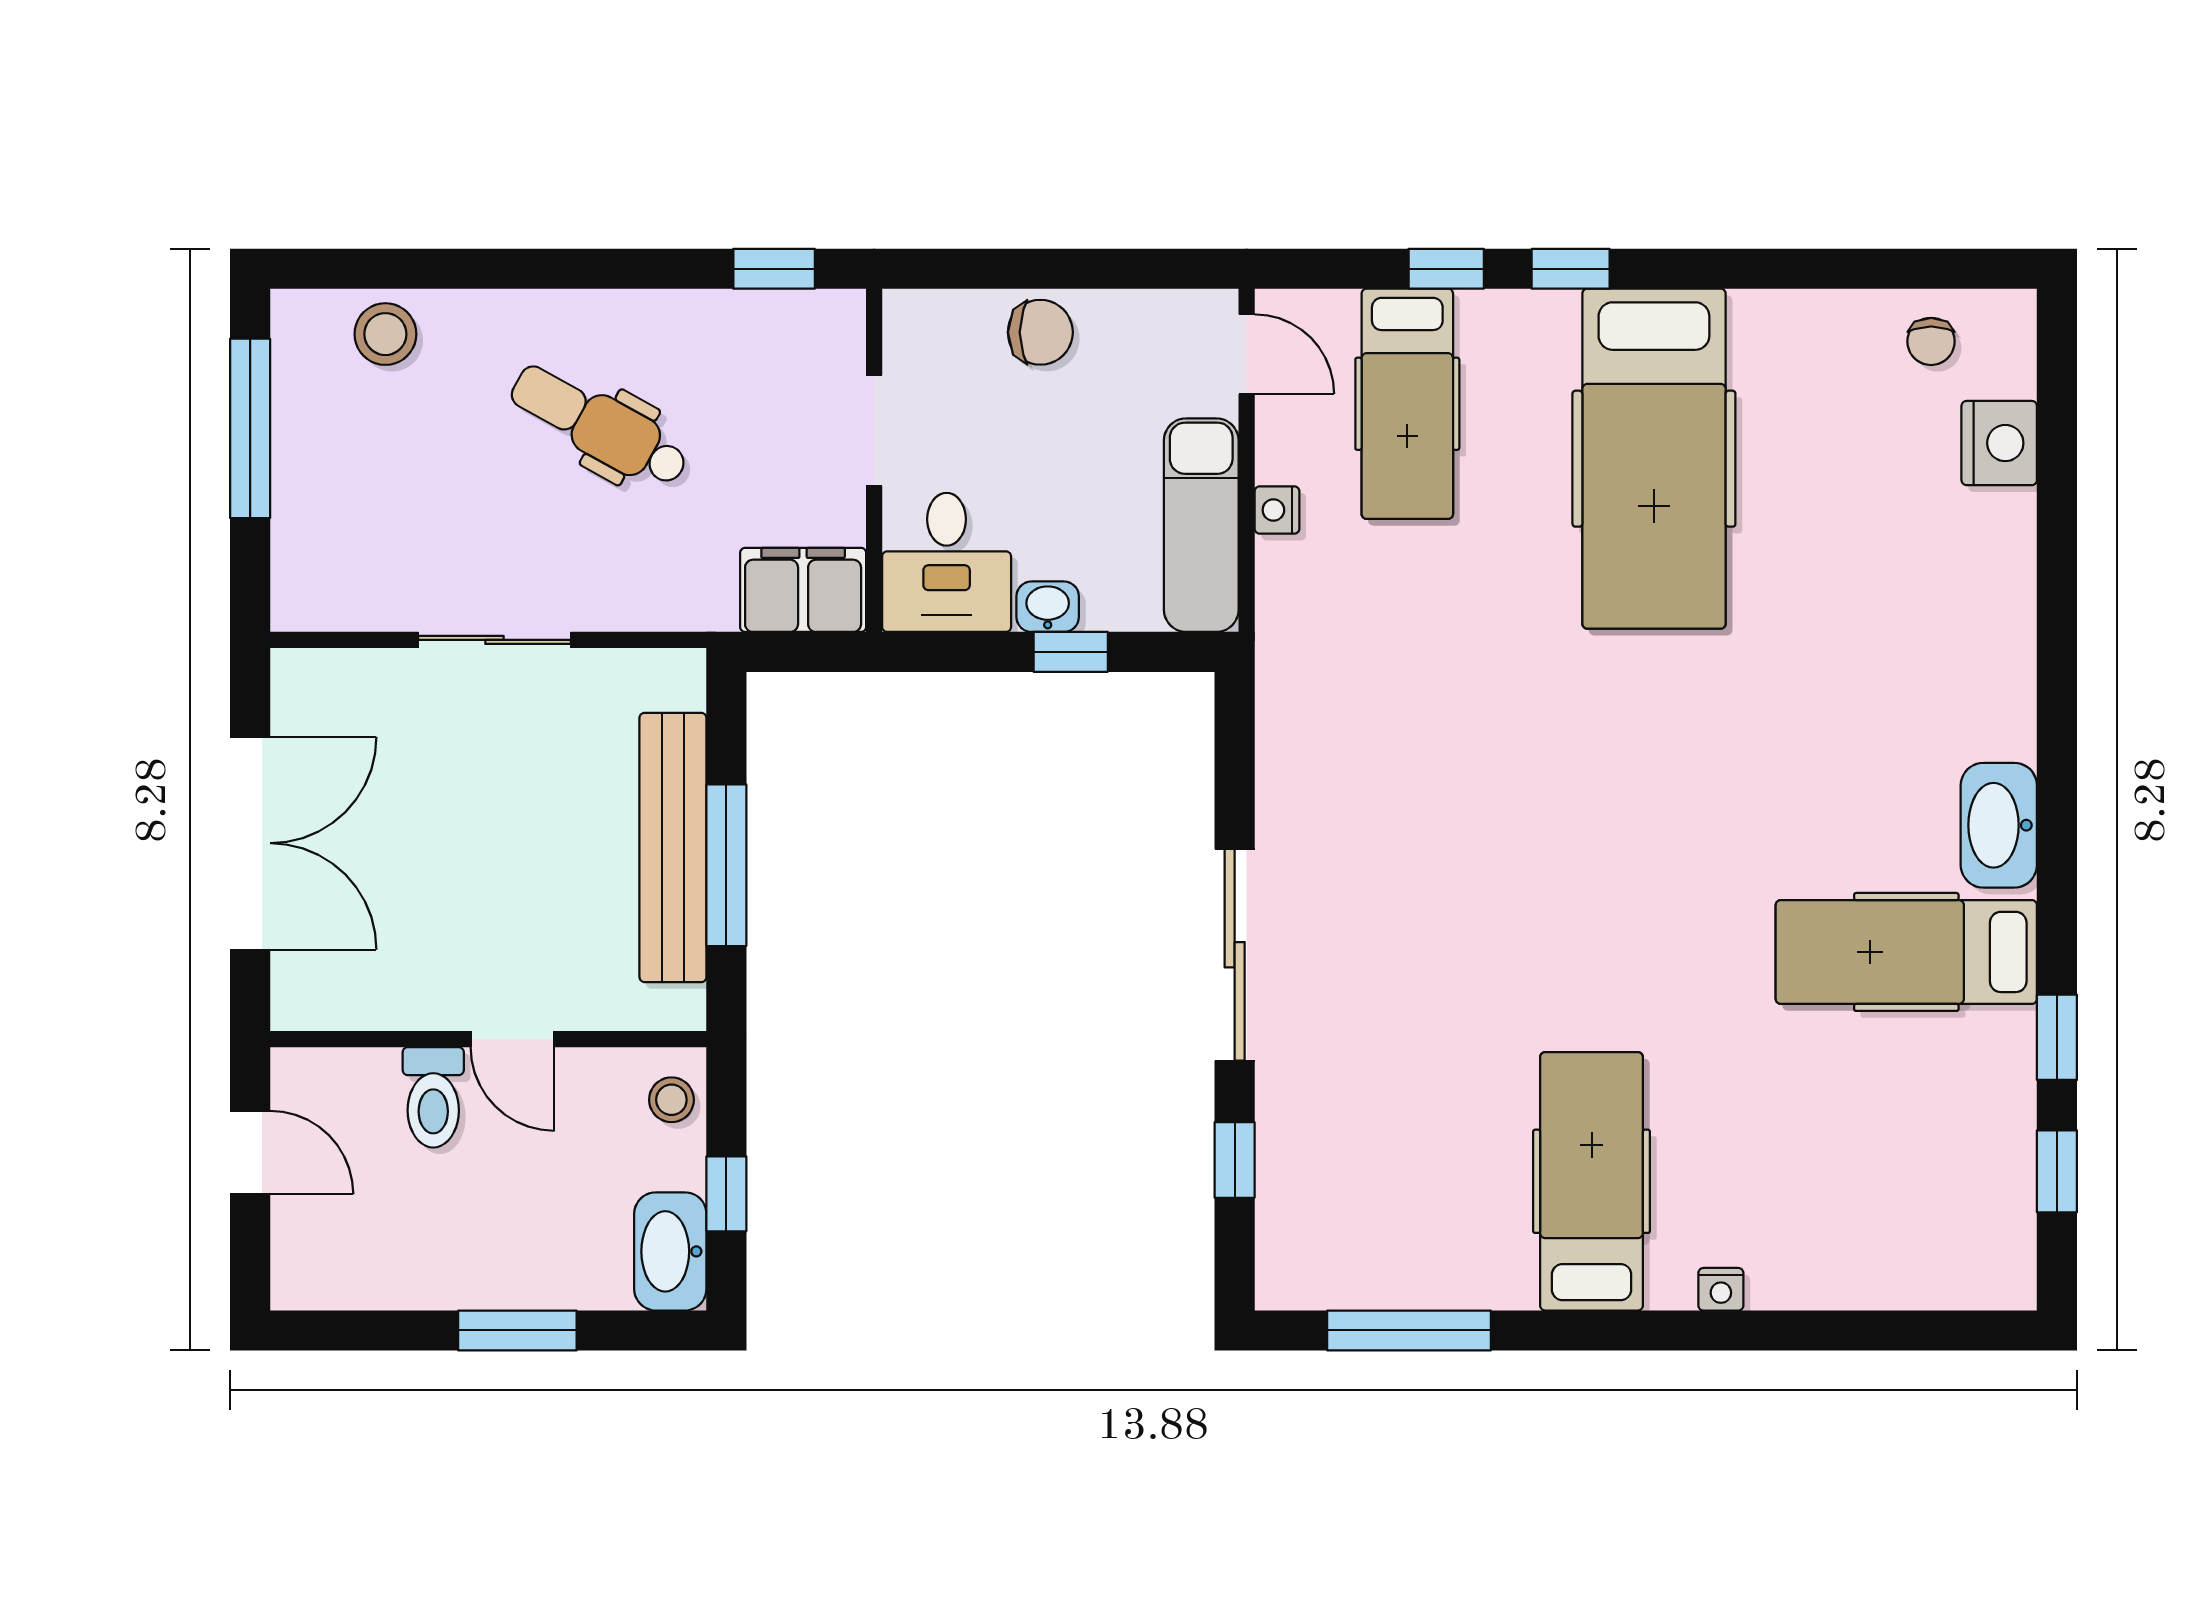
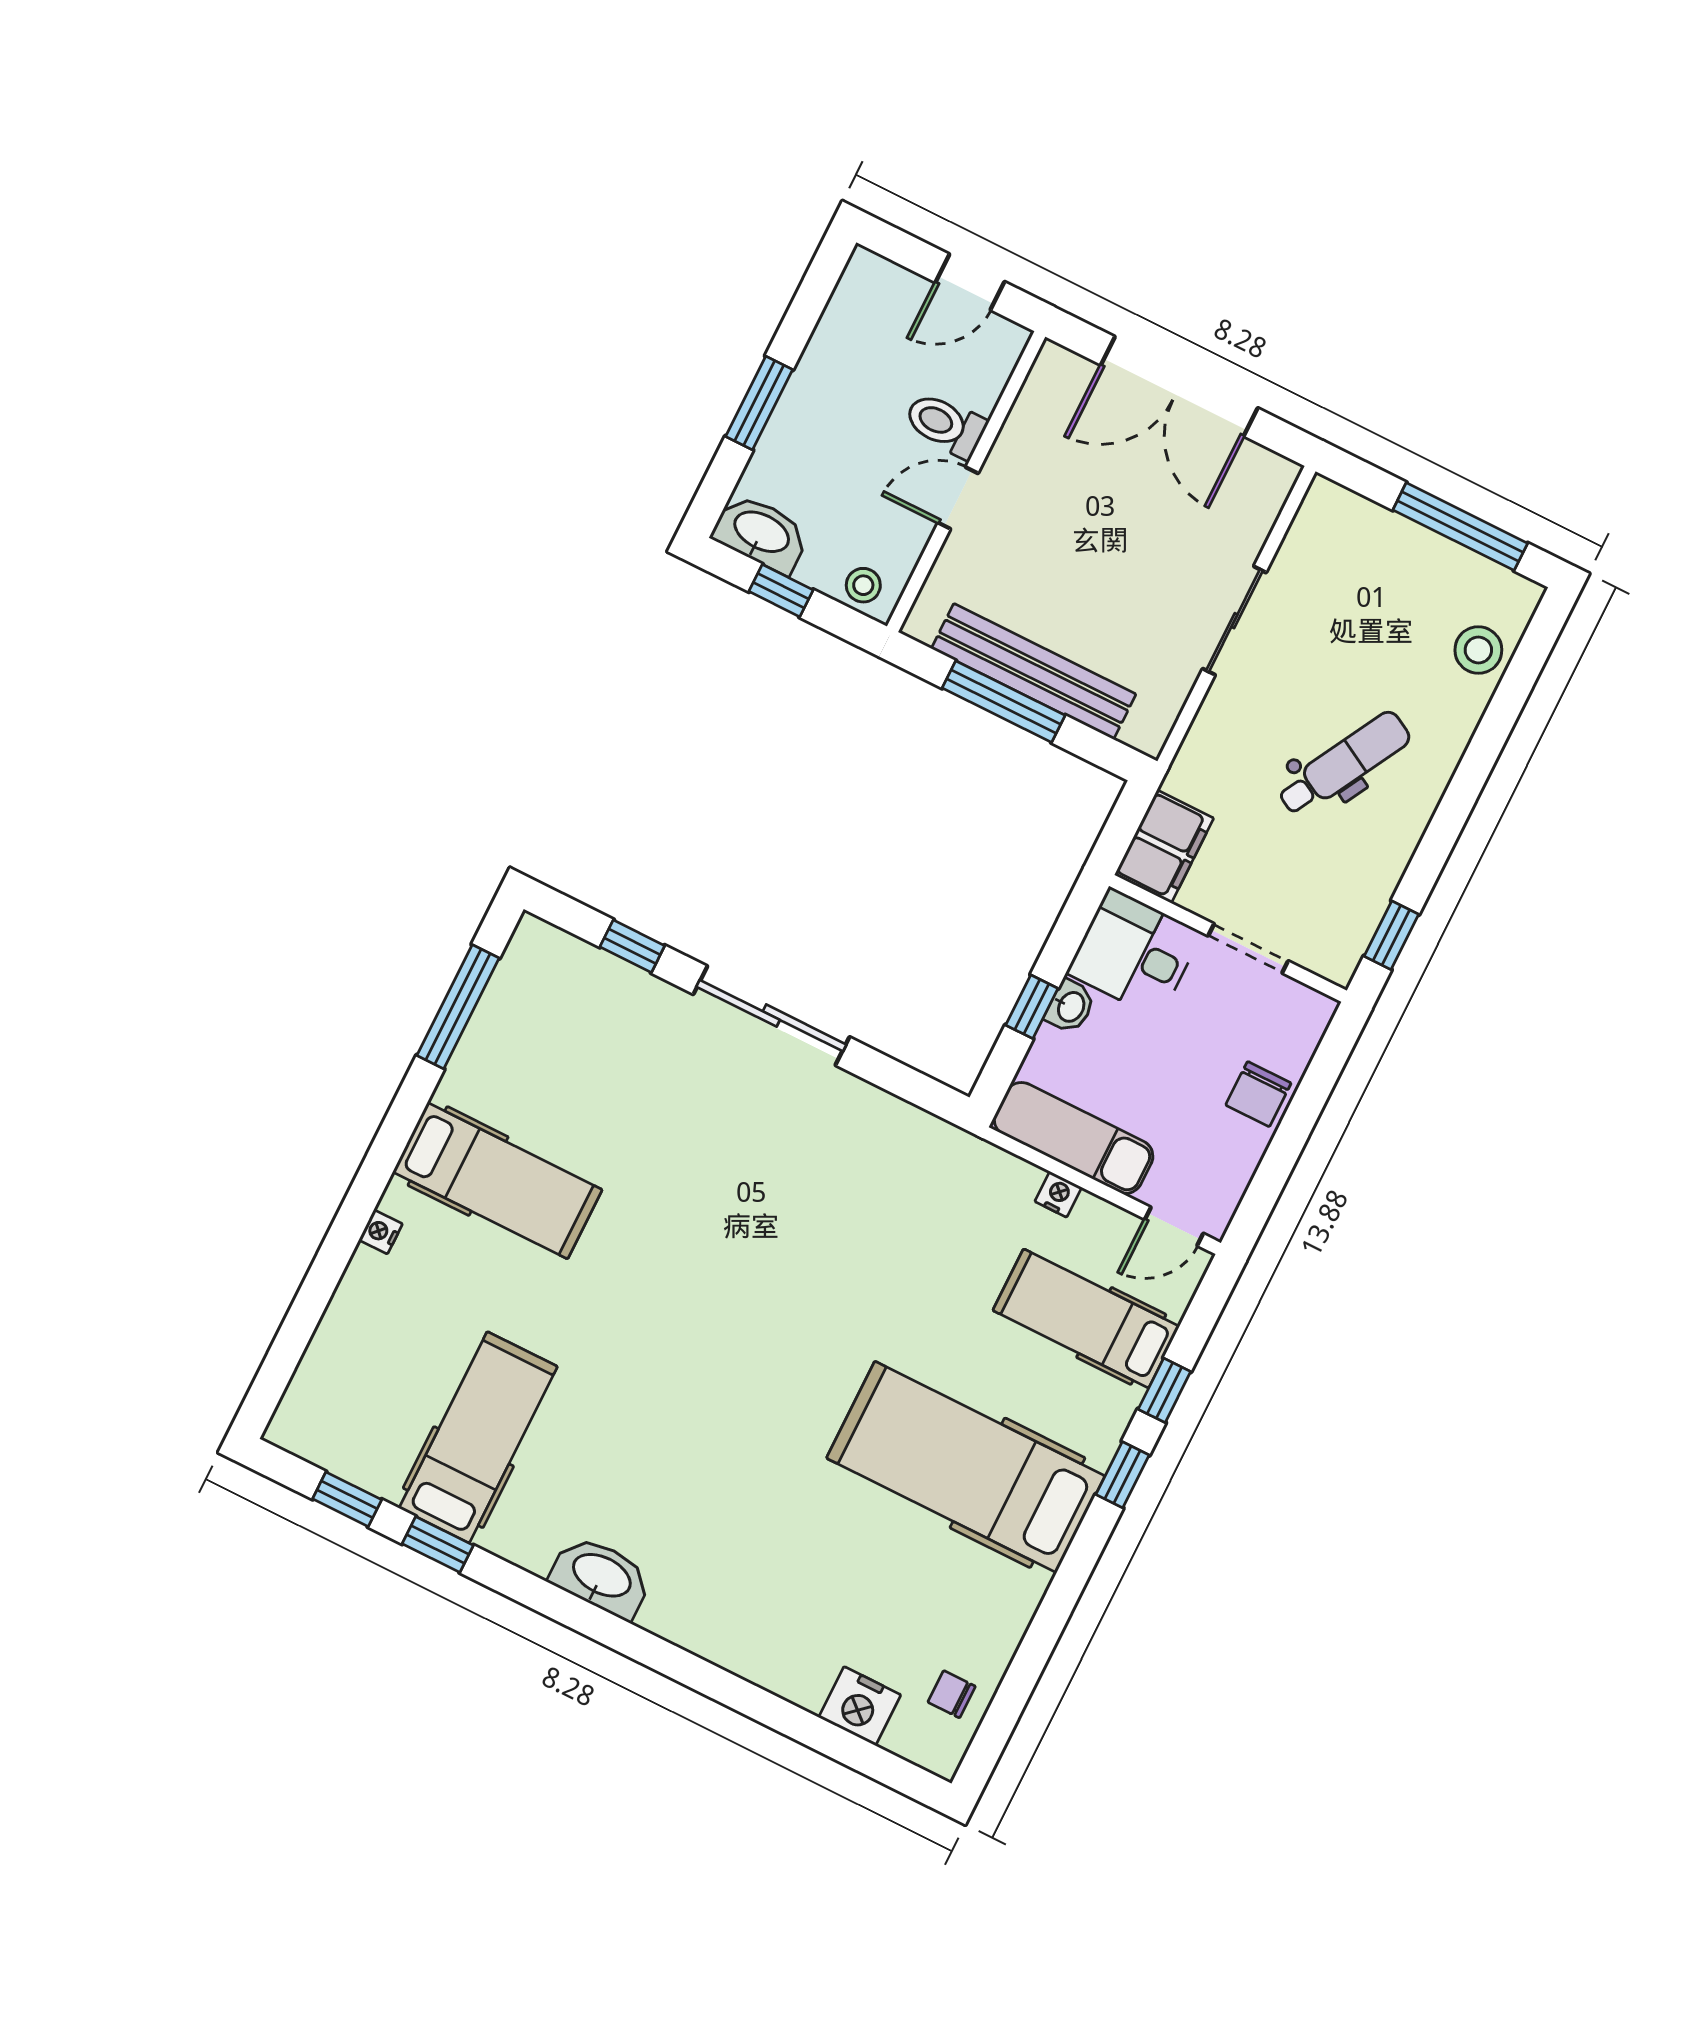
hospital bed: (1906, 952) -> (478, 1437), moved

